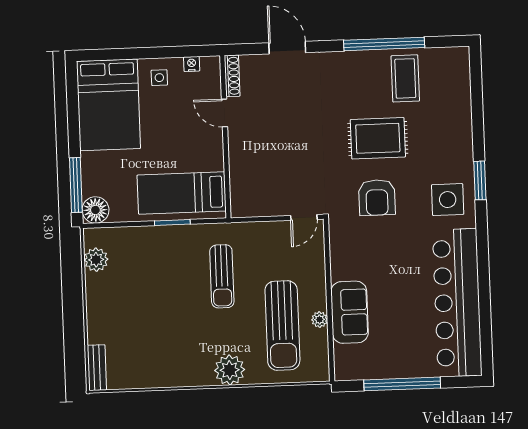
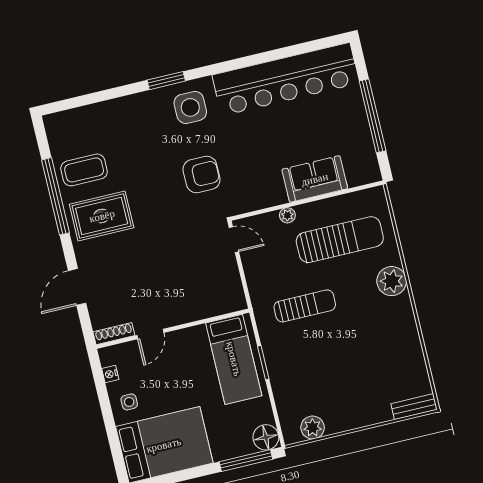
rug: (378, 138) -> (102, 216), moved, turned 90
plant: (320, 320) -> (287, 215), moved

